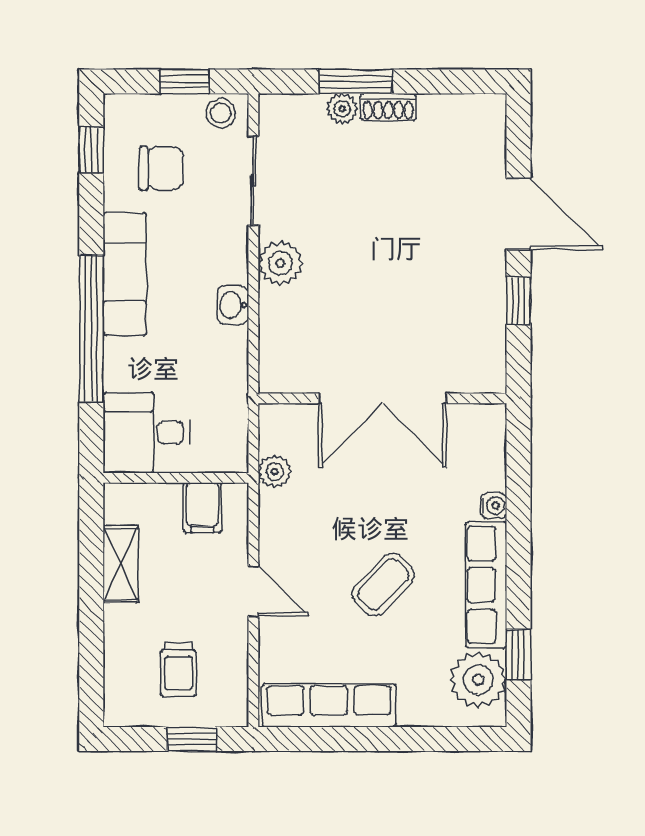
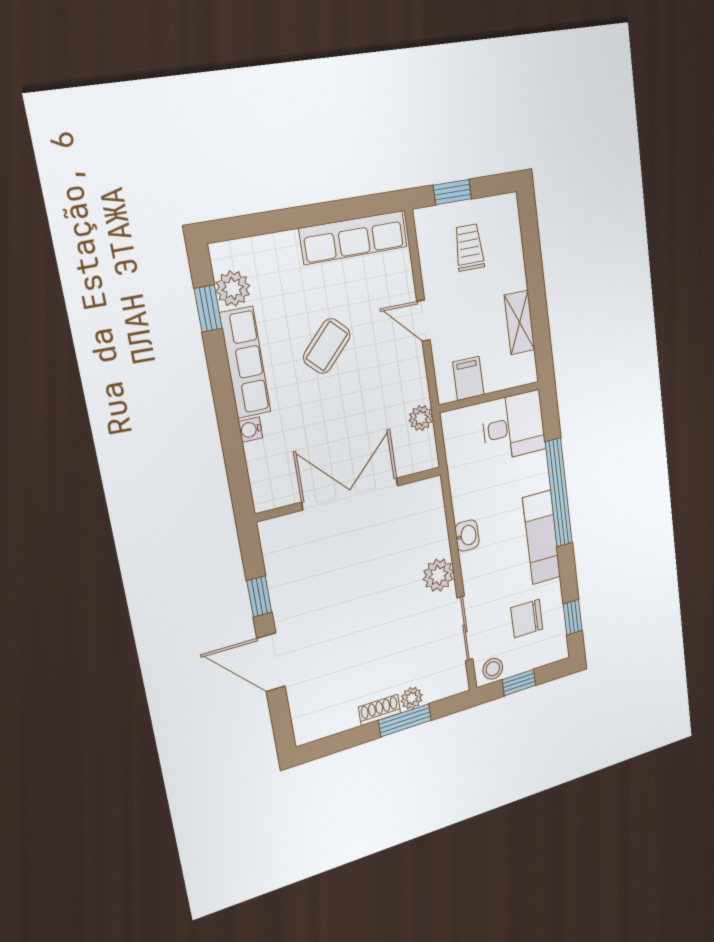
plant: (478, 680) -> (233, 288), width x0.73, depth x0.73

